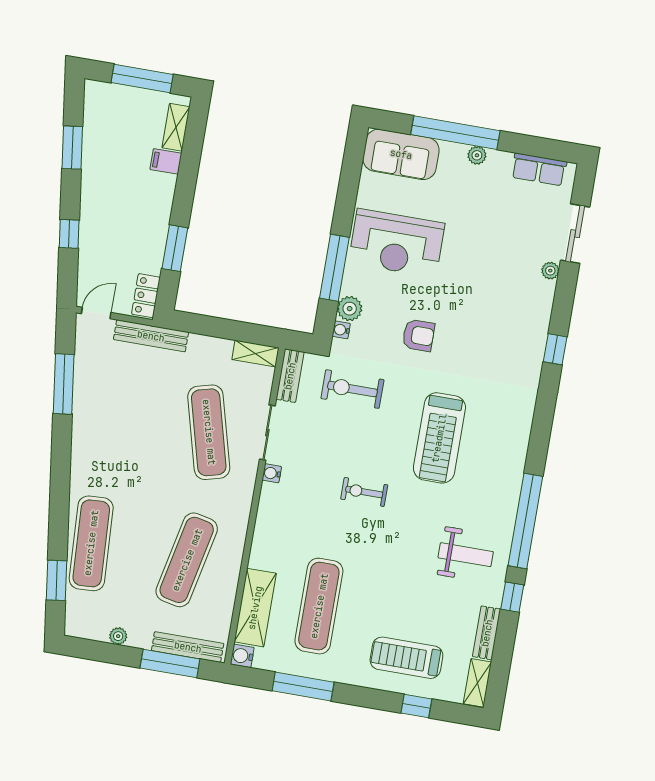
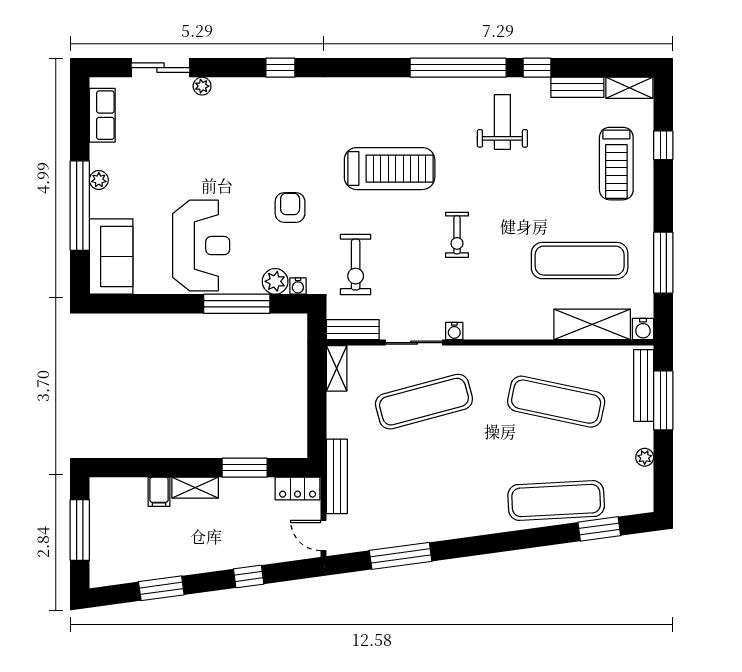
shelving: (176, 127) -> (195, 488), moved

